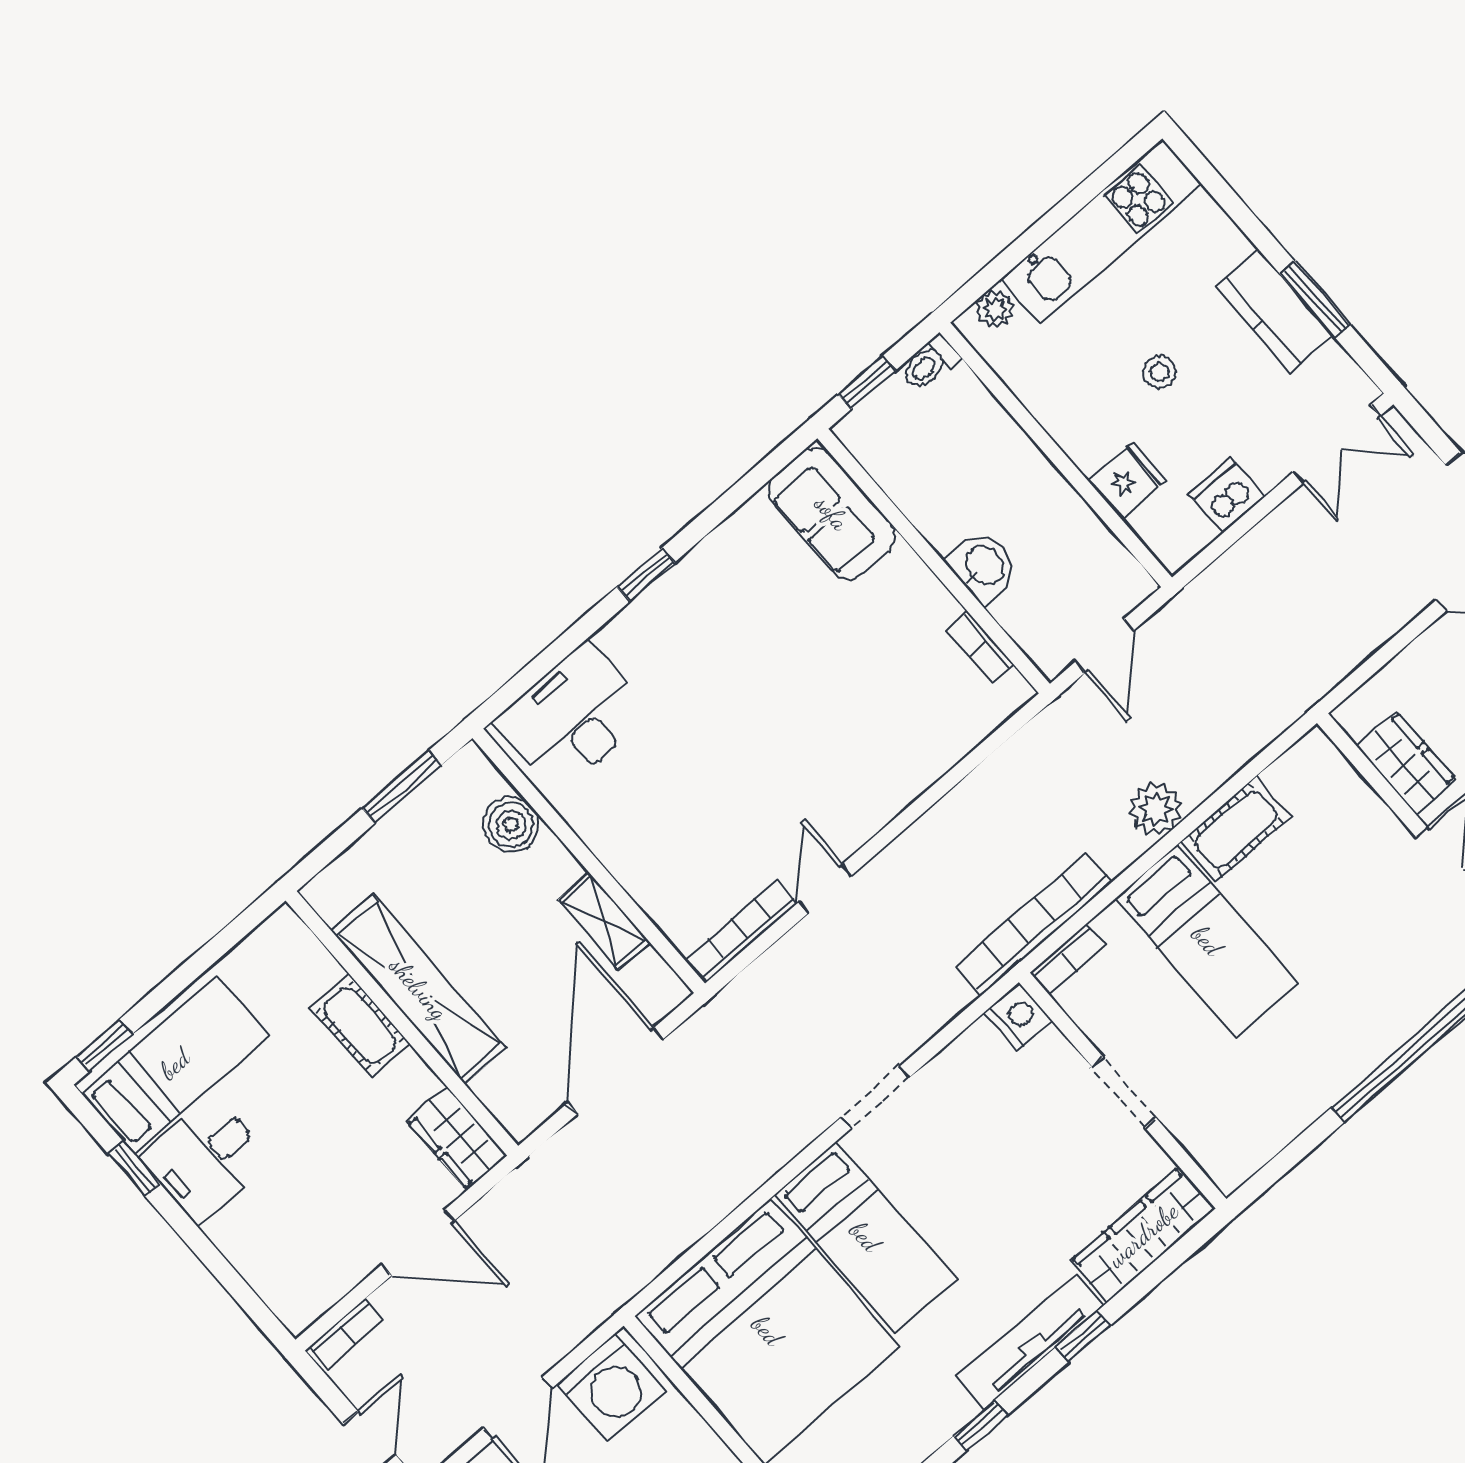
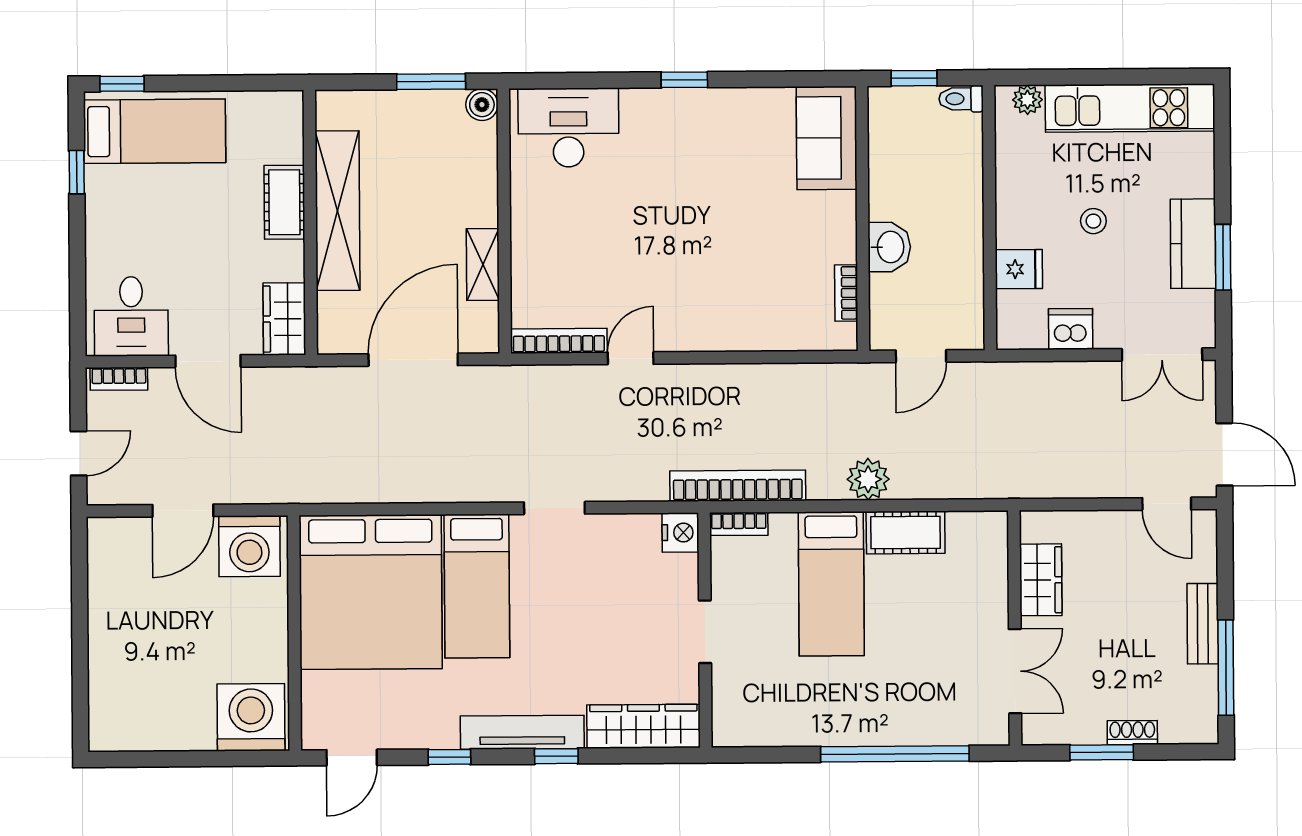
boiler: (511, 825) -> (482, 105), moved, width x0.73, depth x0.73
desk: (206, 1159) -> (131, 316), moved, turned -90

